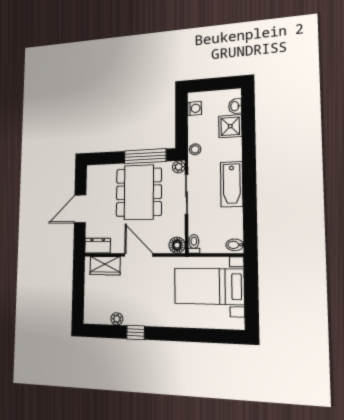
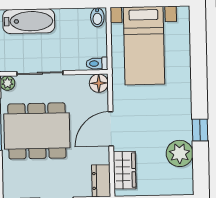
plant: (117, 319) -> (180, 153), width x1.88, depth x1.88

